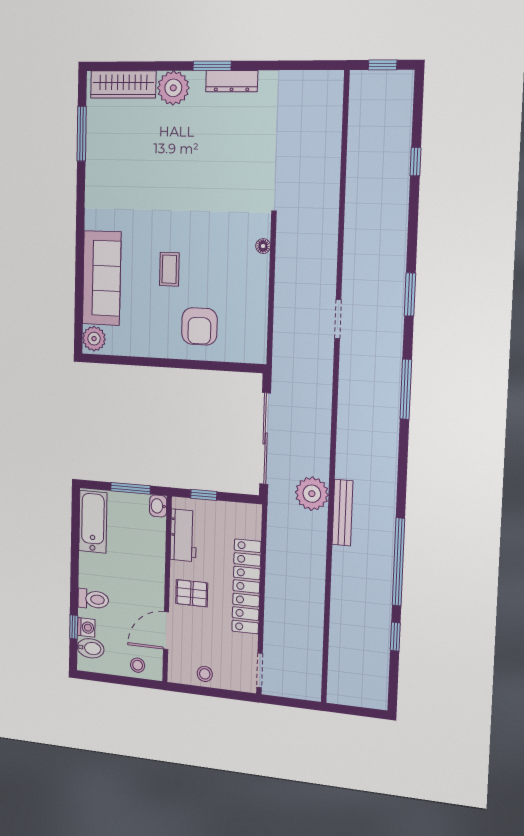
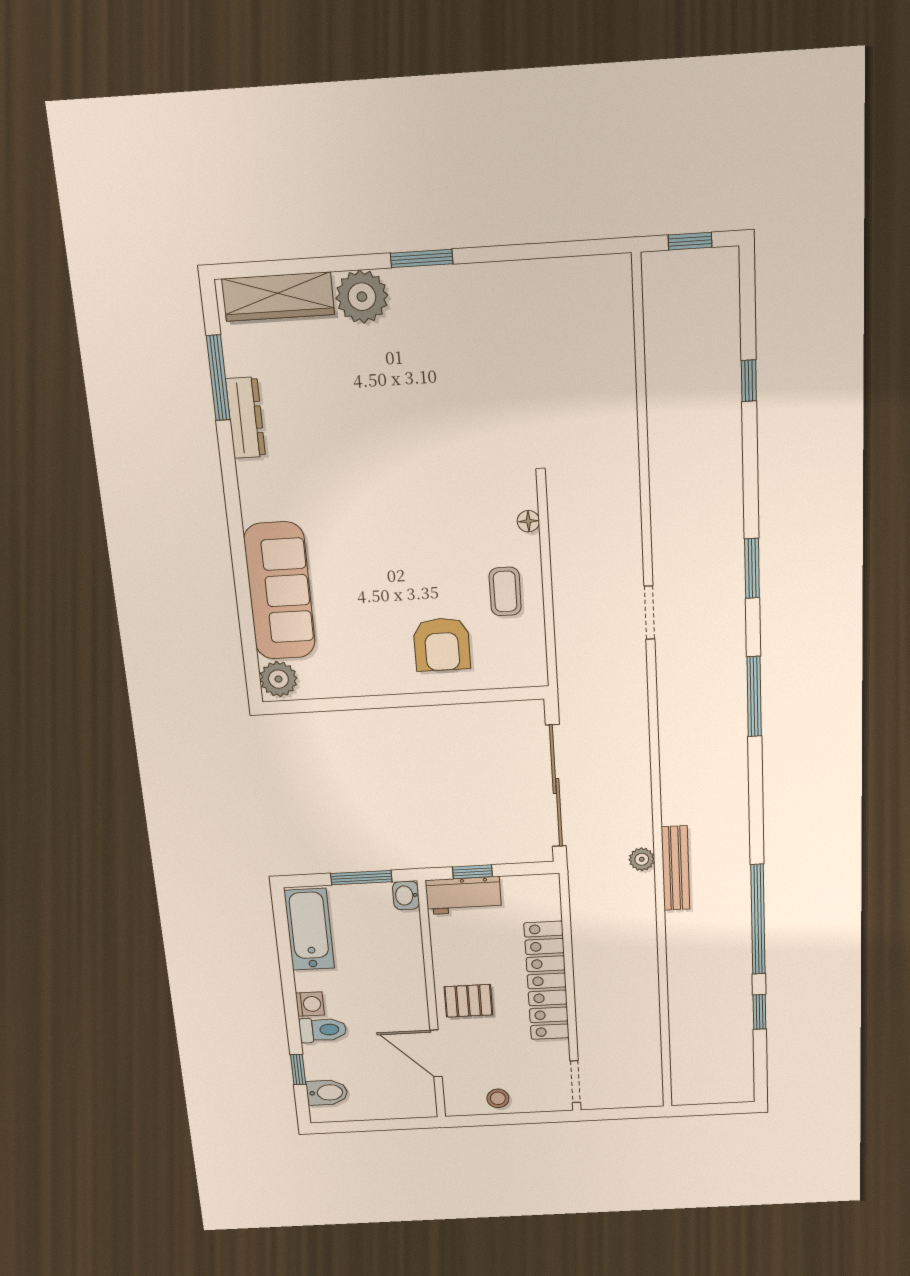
dresser: (232, 81) -> (246, 418), moved, turned -90
coffee table: (169, 269) -> (505, 591), moved
plant: (312, 494) -> (642, 859), width x0.53, depth x0.53
workbench: (183, 535) -> (463, 895), moved, turned 90
washing machine: (86, 627) -> (310, 1004), moved
door: (166, 631) -> (436, 1053), hinge flipped
stool: (138, 665) -> (399, 1103), removed

